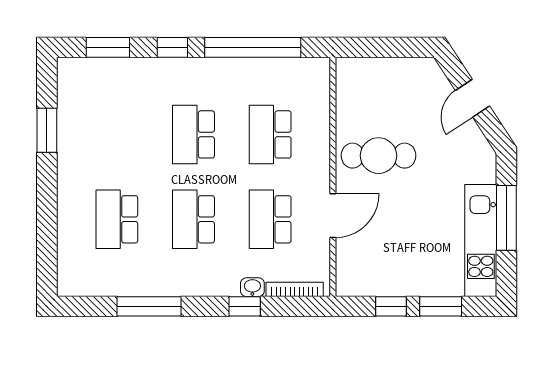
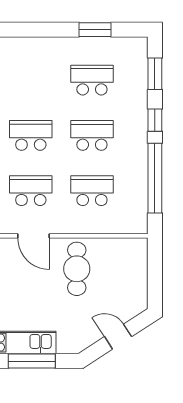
school desk: (117, 219) -> (92, 80), moved

